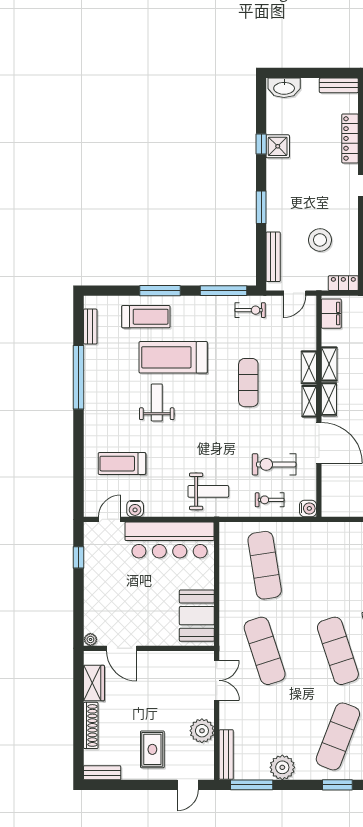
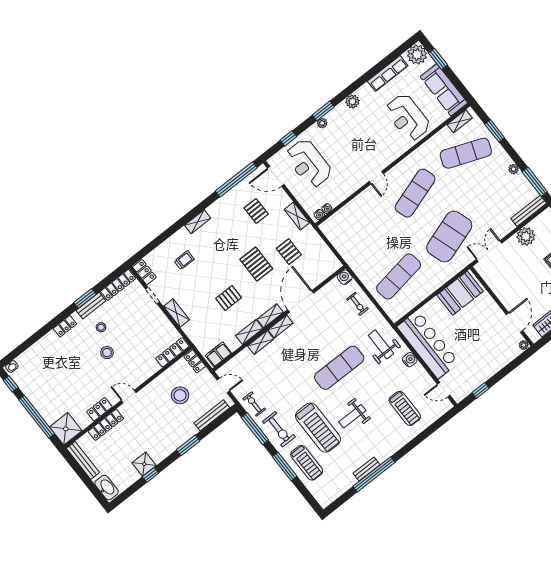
bench: (339, 85) -> (83, 460), width x1.36
treadmill: (146, 317) -> (307, 463), turned 180
bench: (90, 326) -> (367, 469), moved
exercise mat: (248, 383) -> (339, 368), moved, width x1.36, depth x1.45
exercise bike: (274, 464) -> (279, 429), moved
water cooler: (135, 509) -> (410, 360), moved
exercise mat: (265, 651) -> (449, 237), width x1.47
plant: (282, 767) -> (514, 169), width x0.53, depth x0.53

